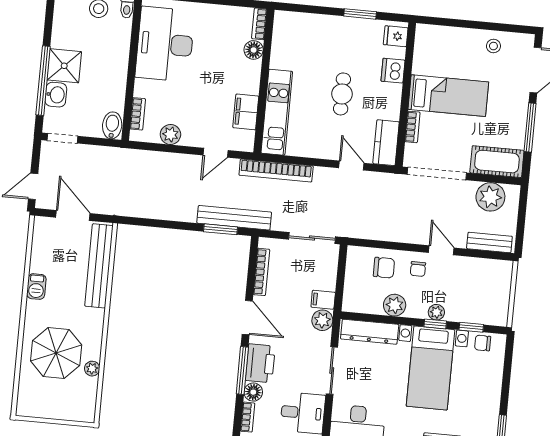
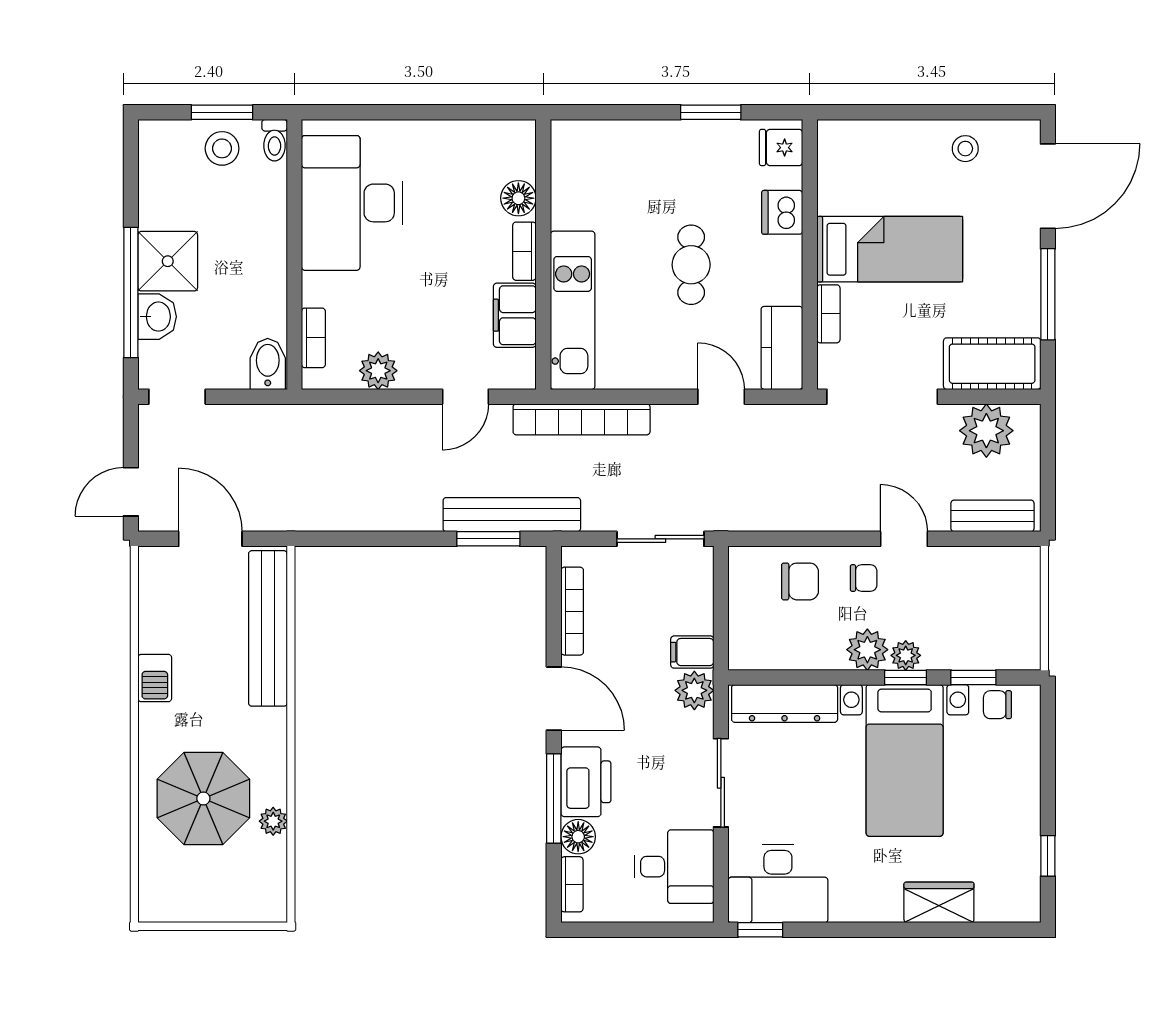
bookcase: (259, 24) -> (524, 251), moved
chair: (418, 269) -> (864, 578), turned -90
plant: (395, 305) -> (867, 650), moved

